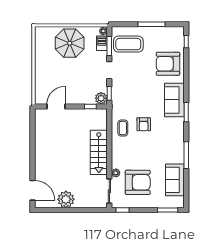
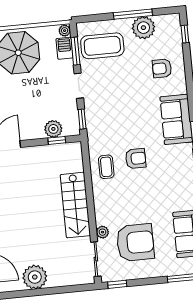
plant: (158, 34) -> (143, 28), added
armchair: (168, 64) -> (162, 68), width x0.53, depth x0.53
plant: (101, 98) -> (53, 129), moved
armchair: (144, 124) -> (136, 158), turned -90

